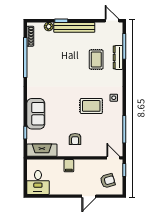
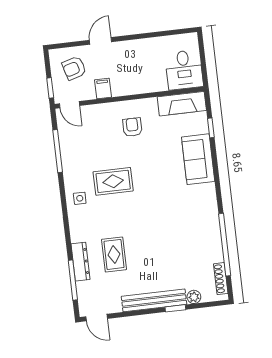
filing cabinet: (69, 166) -> (103, 88), moved
desk: (38, 182) -> (184, 70), moved, turned 180

